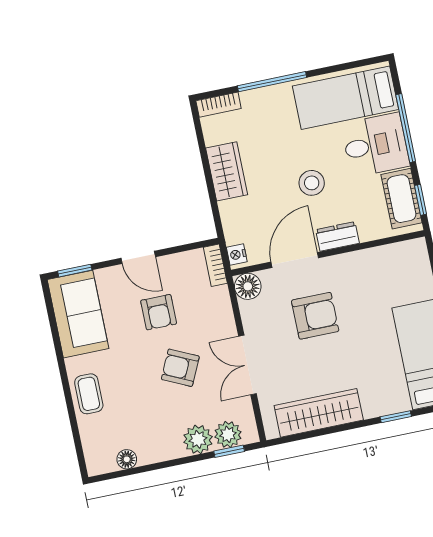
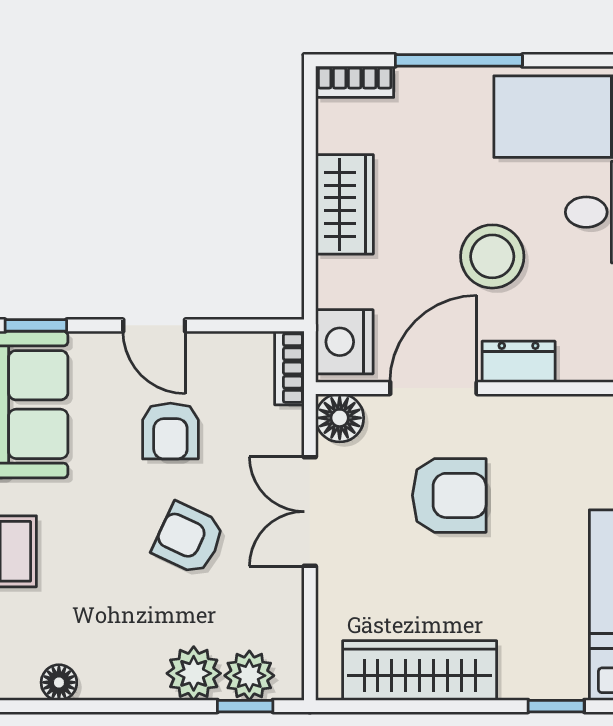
stool: (312, 183) -> (492, 256), width x1.38, depth x1.38
nightstand: (237, 255) -> (344, 342), width x1.89, depth x1.79
double door: (247, 365) -> (310, 512), moved

